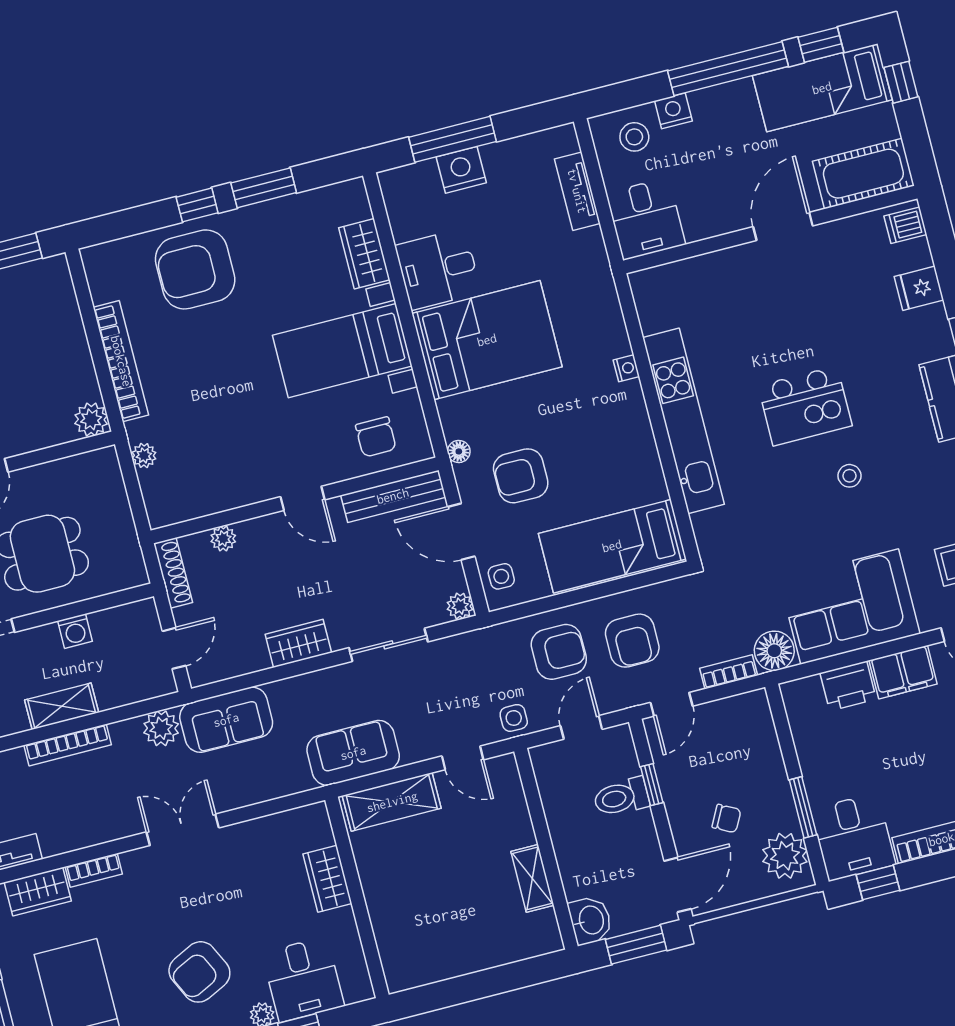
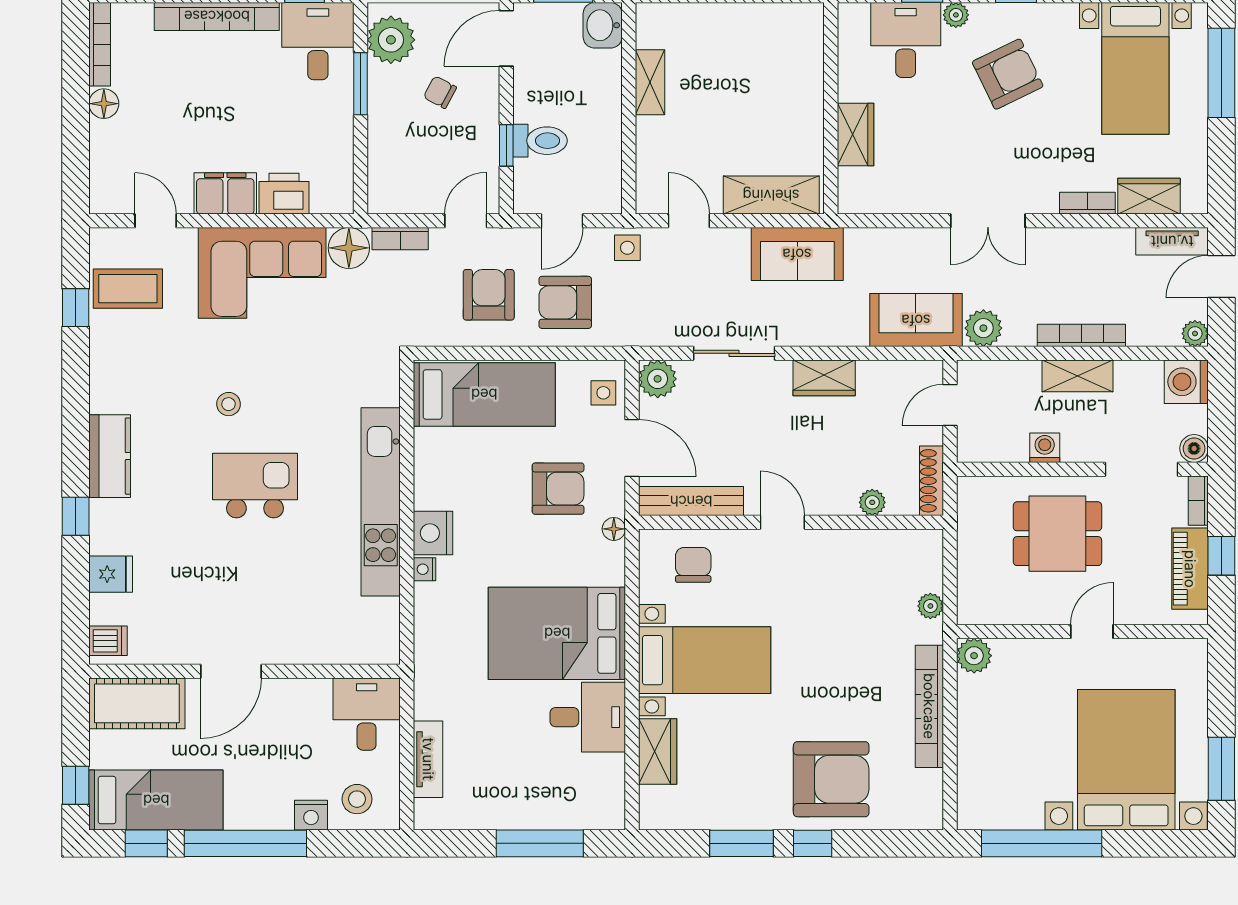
nightstand: (461, 170) -> (433, 533), moved, turned 90
plant: (460, 606) -> (658, 379), width x1.38, depth x1.38

